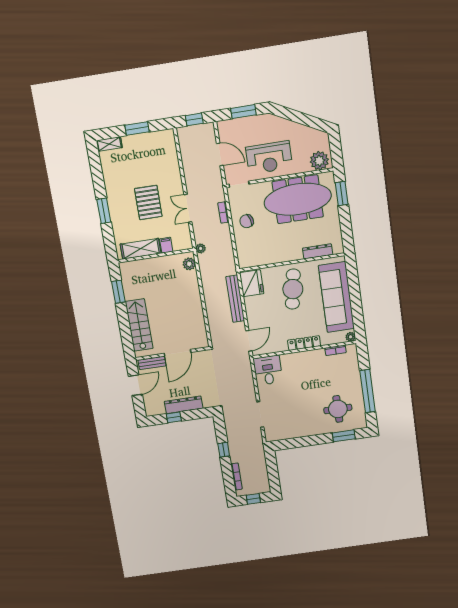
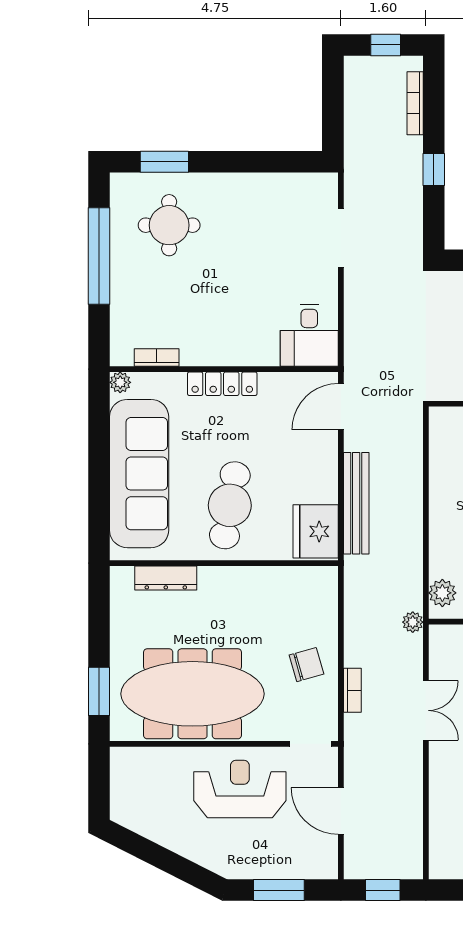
plant: (319, 161) -> (136, 766), removed

